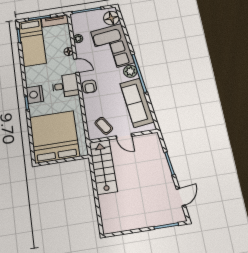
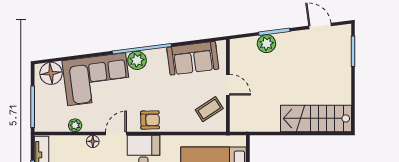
sofa: (137, 103) -> (193, 58), width x0.73
door: (124, 136) -> (228, 85), hinge flipped
plant: (160, 159) -> (266, 44), added
stairs: (103, 167) -> (316, 118), moved

